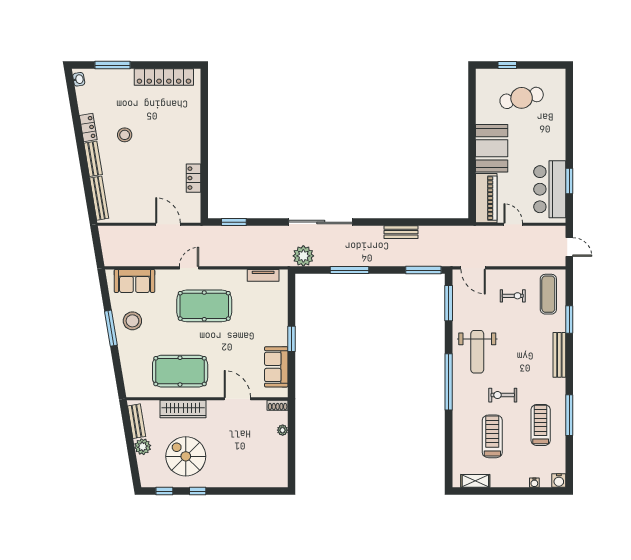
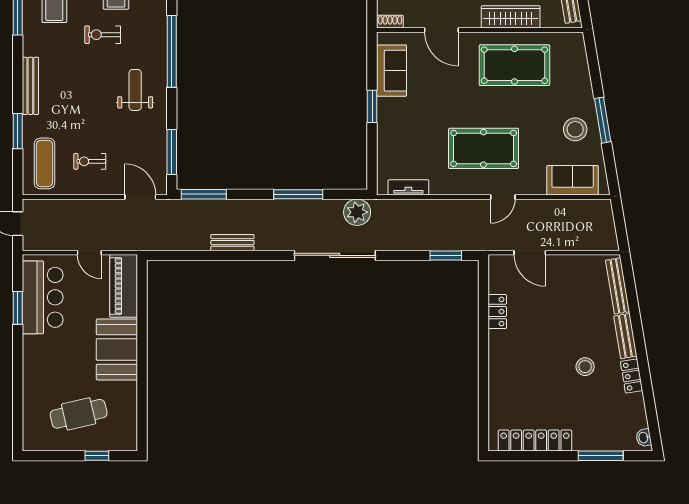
weight bench: (477, 352) -> (135, 90), width x0.73, depth x0.75
exercise bike: (503, 395) -> (103, 35), turned 180

